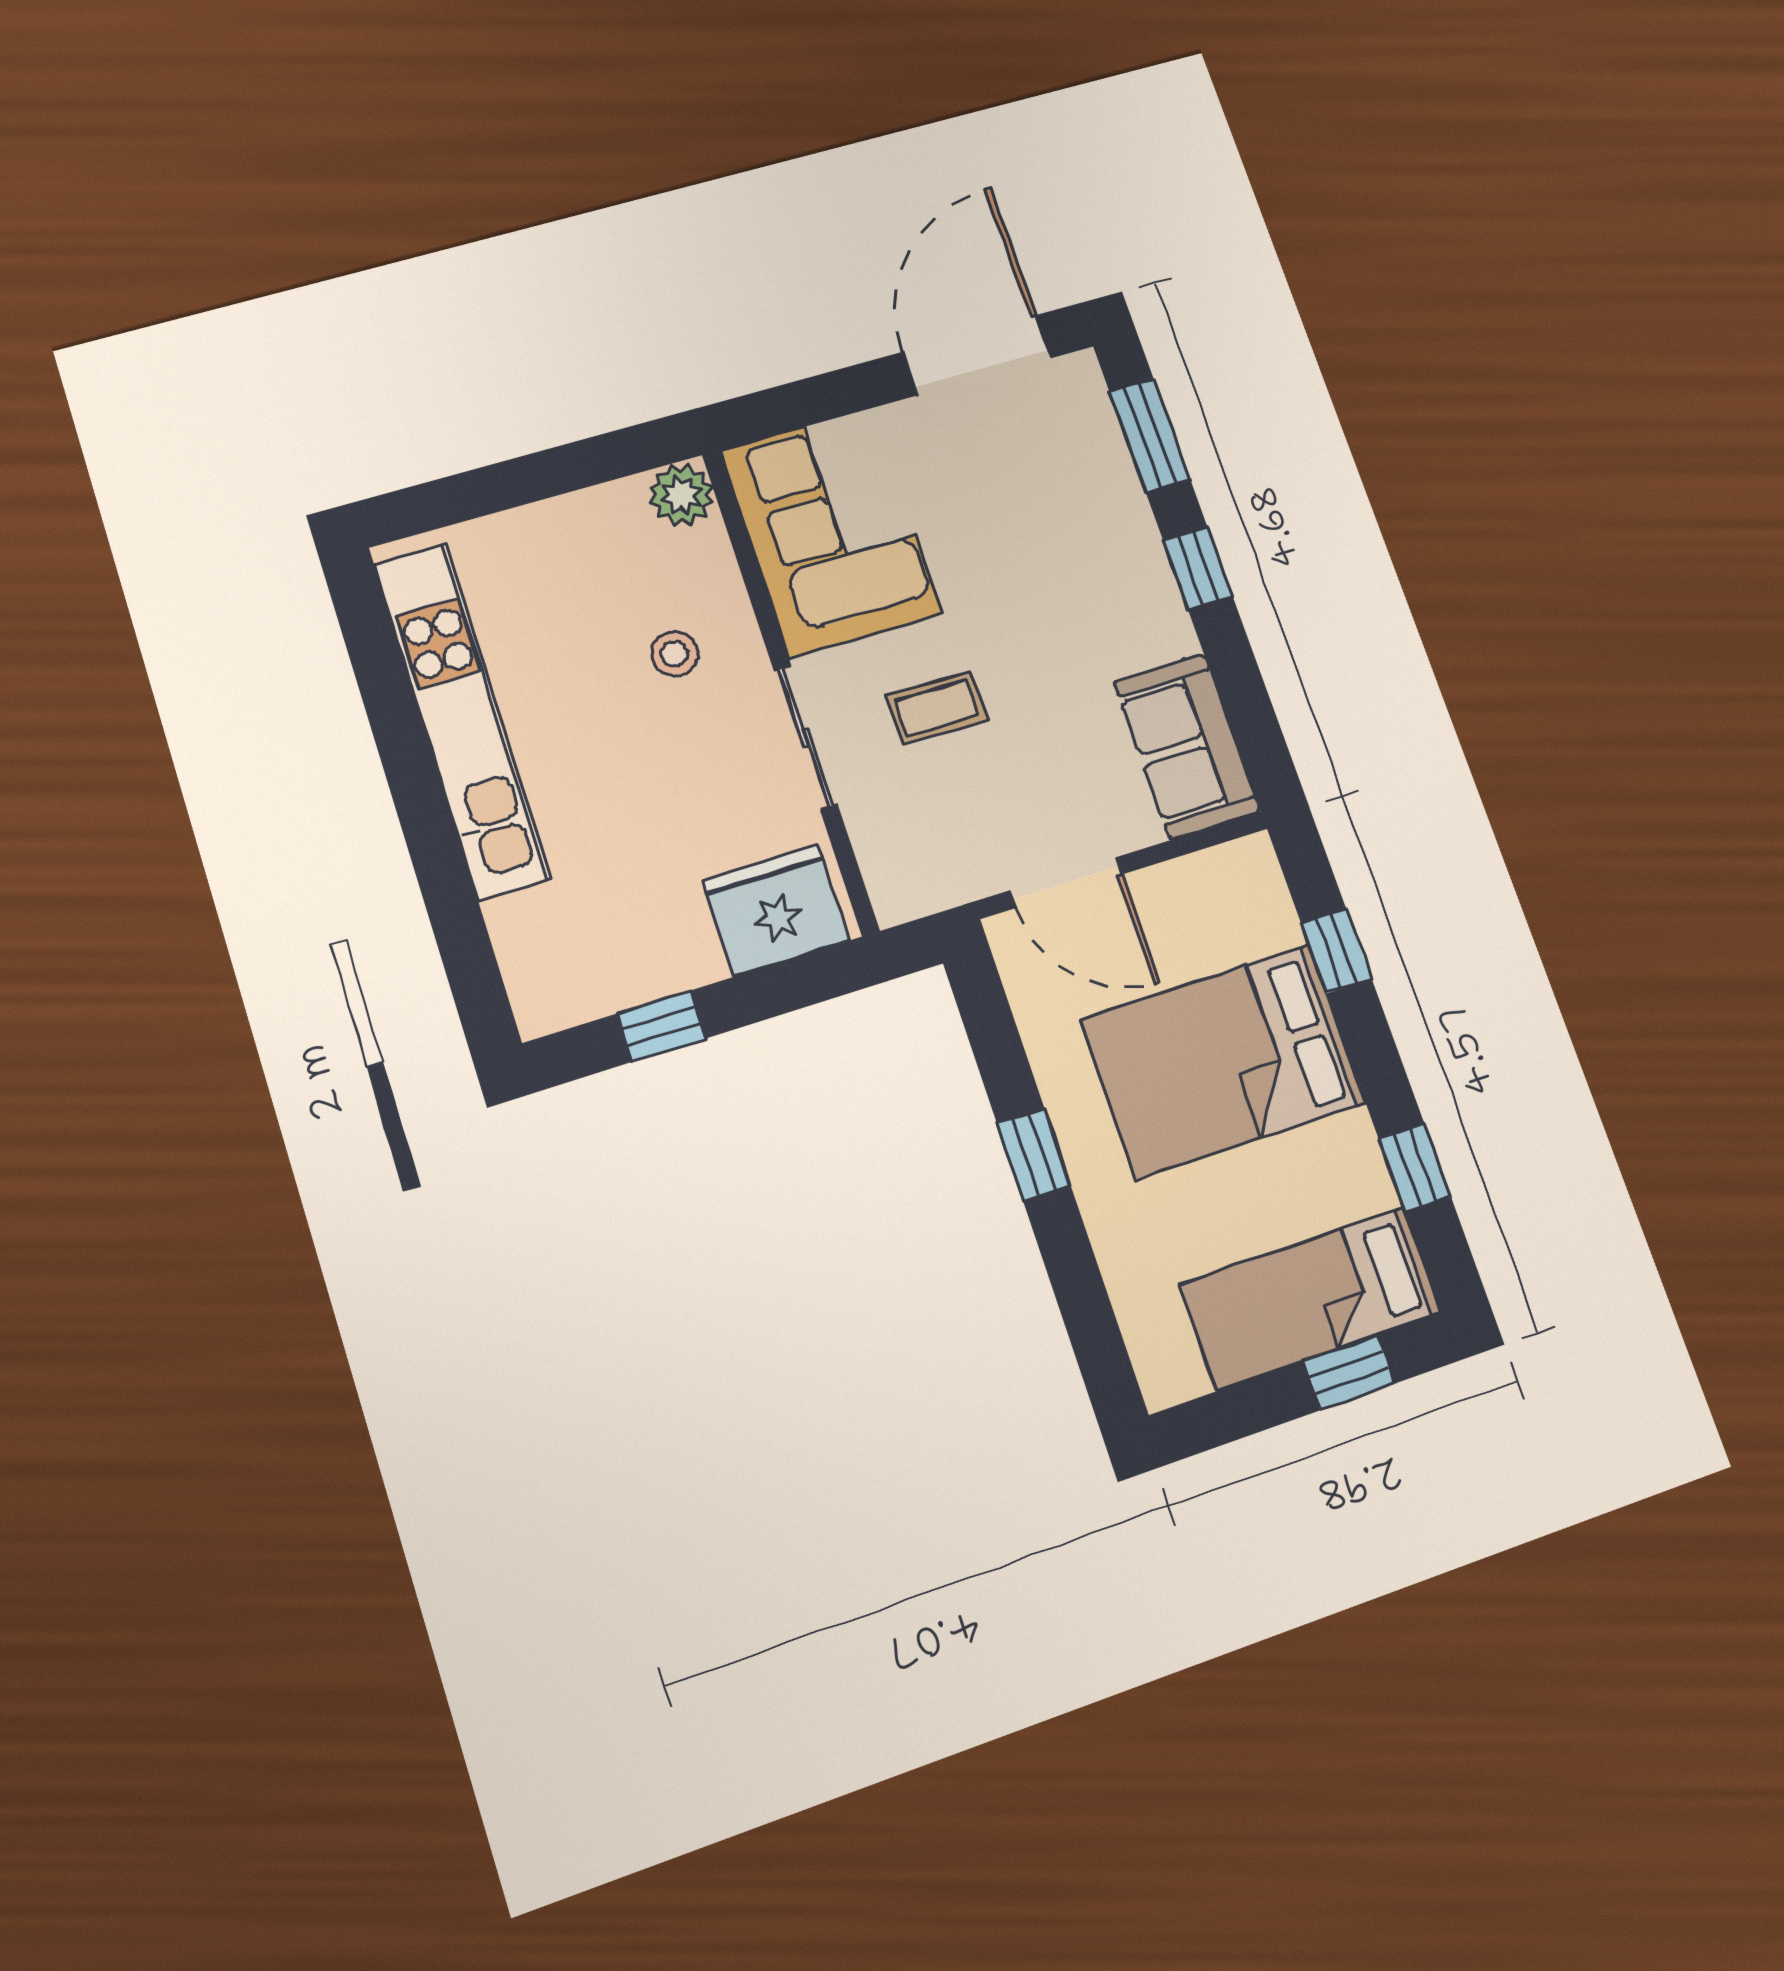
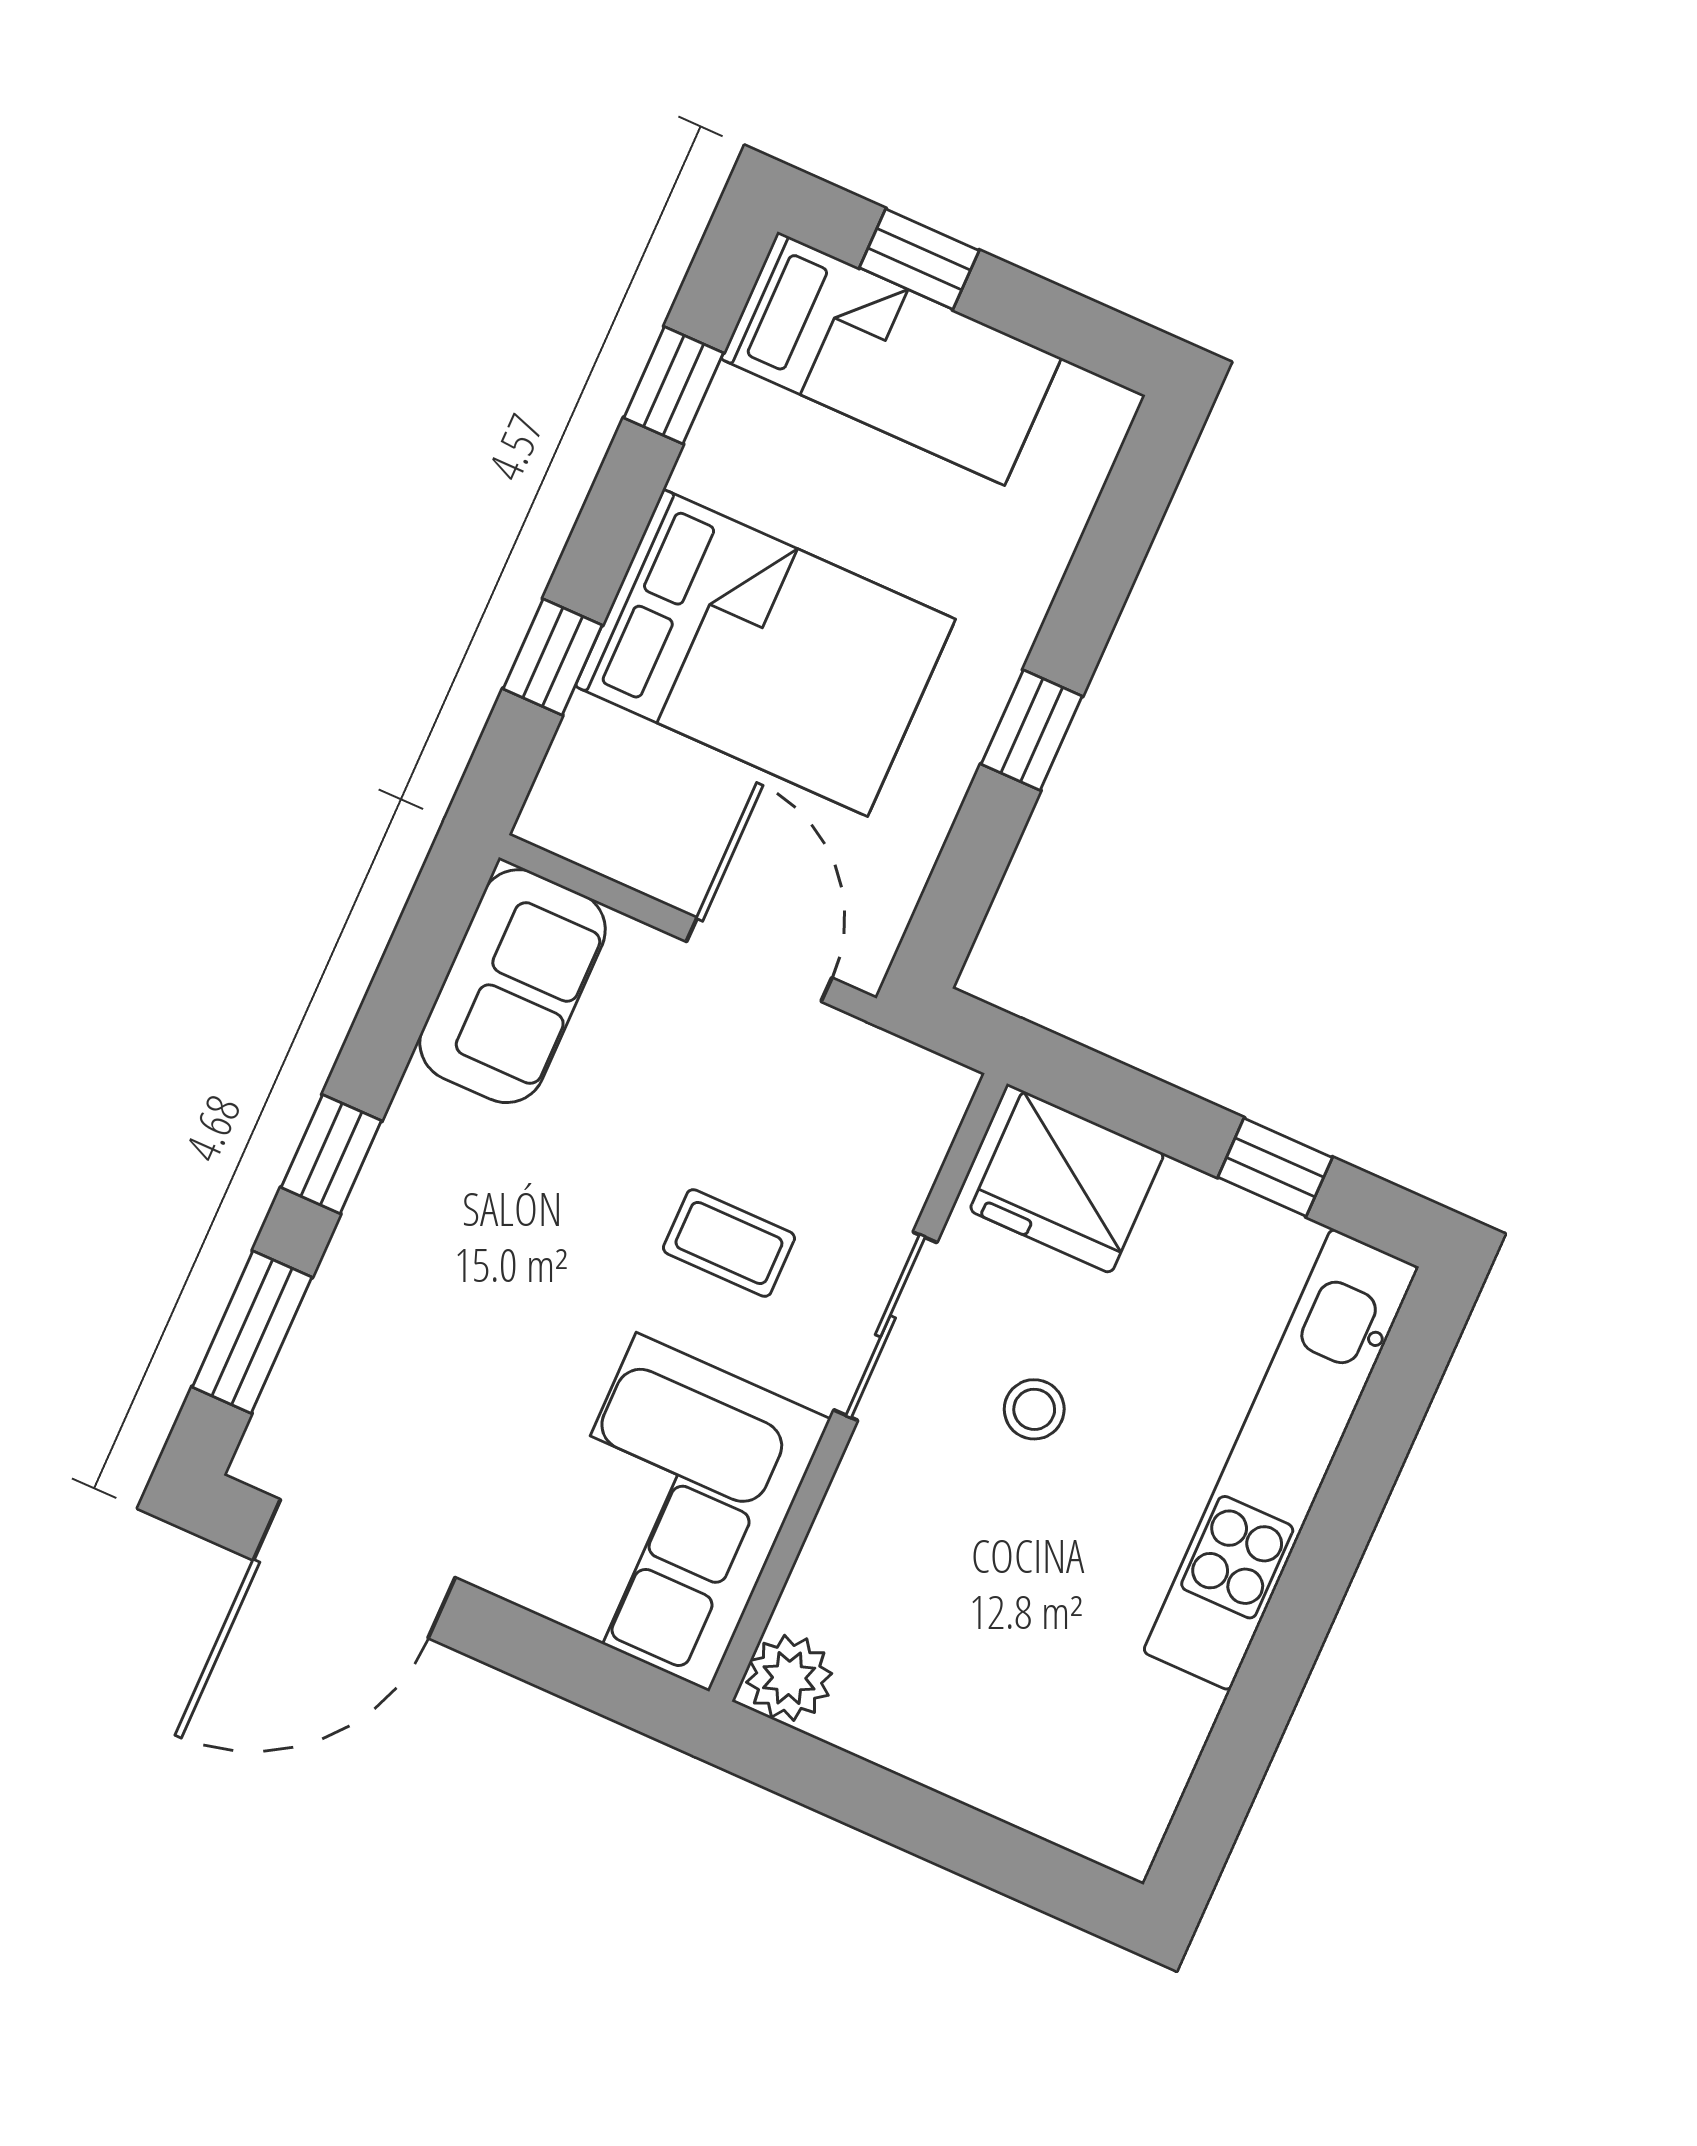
stool: (675, 654) -> (1034, 1409), moved
kitchen unit: (462, 721) -> (1281, 1460), moved

